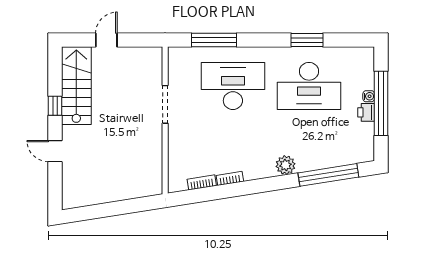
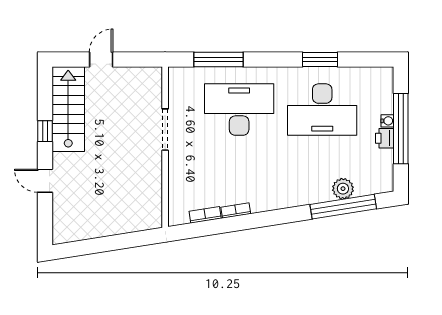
plant: (286, 165) -> (343, 189), moved

